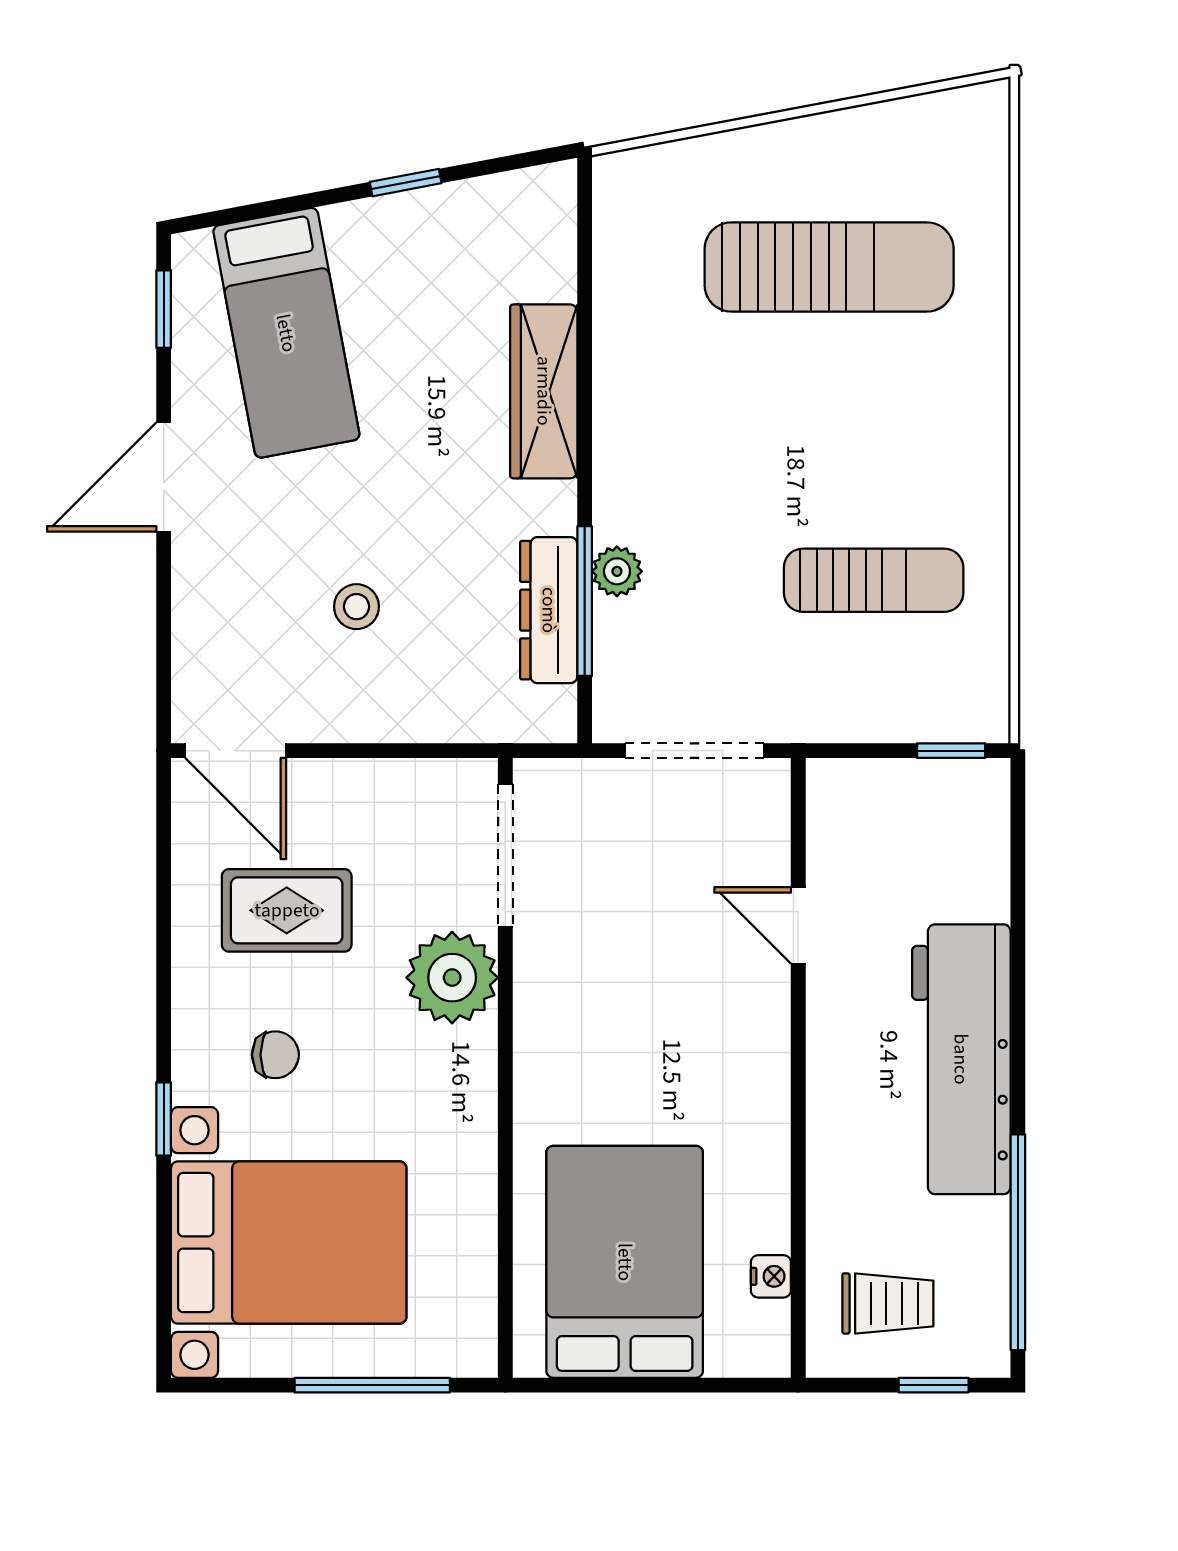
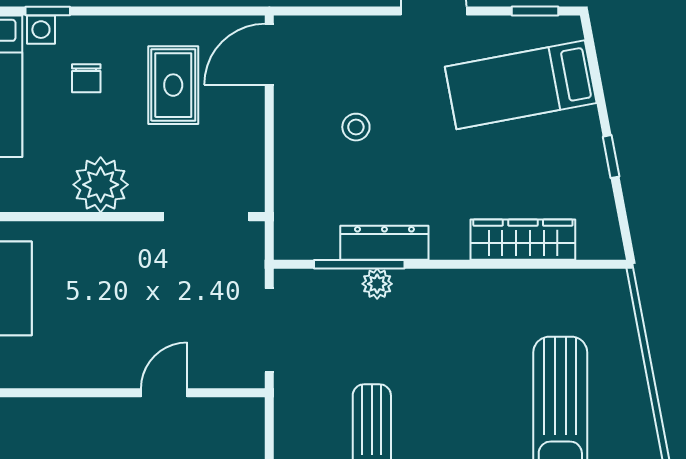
wardrobe: (544, 391) -> (523, 240), moved
dresser: (549, 610) -> (384, 243), moved
plant: (452, 978) -> (101, 185), moved

